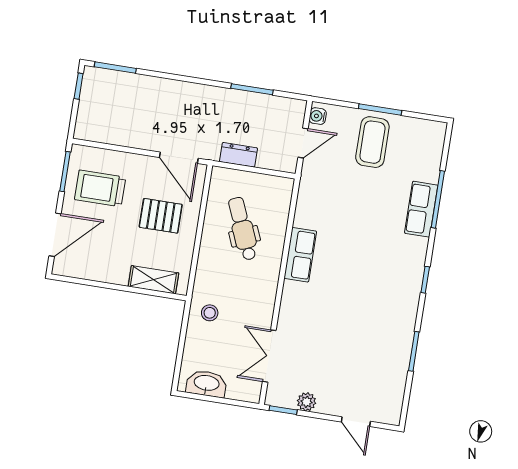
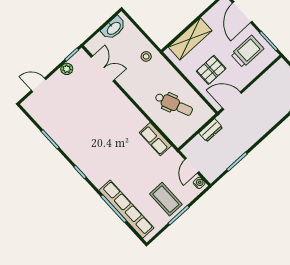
row of seats: (421, 209) -> (126, 209), width x2.02
row of seats: (300, 255) -> (155, 139), moved
shelving: (153, 280) -> (190, 39), width x1.50, depth x1.33

